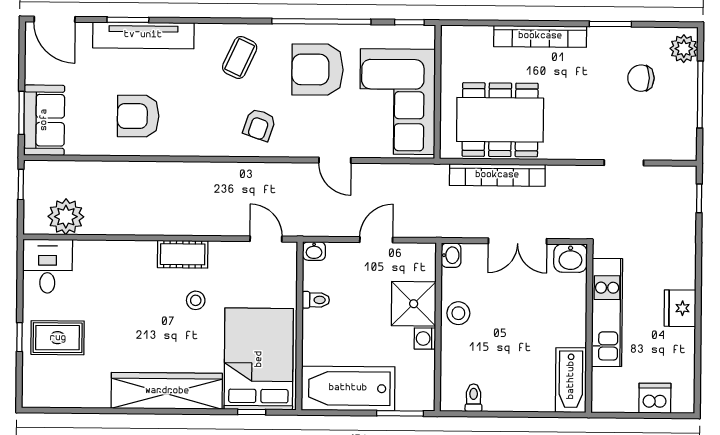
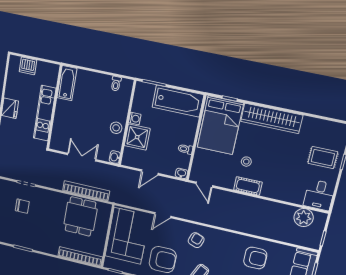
bookcase: (540, 36) -> (80, 256), moved
chair: (641, 78) -> (22, 206), moved
dining table: (500, 120) -> (80, 216), width x0.73
door: (335, 160) -> (163, 215), swing flipped
washbasin: (570, 258) -> (58, 143), removed

